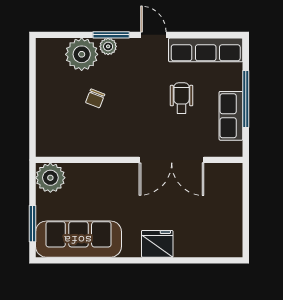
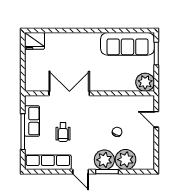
plant: (108, 46) -> (104, 160), width x1.88, depth x1.88
door: (33, 119) -> (156, 119), added
fridge: (157, 244) -> (35, 41), moved

